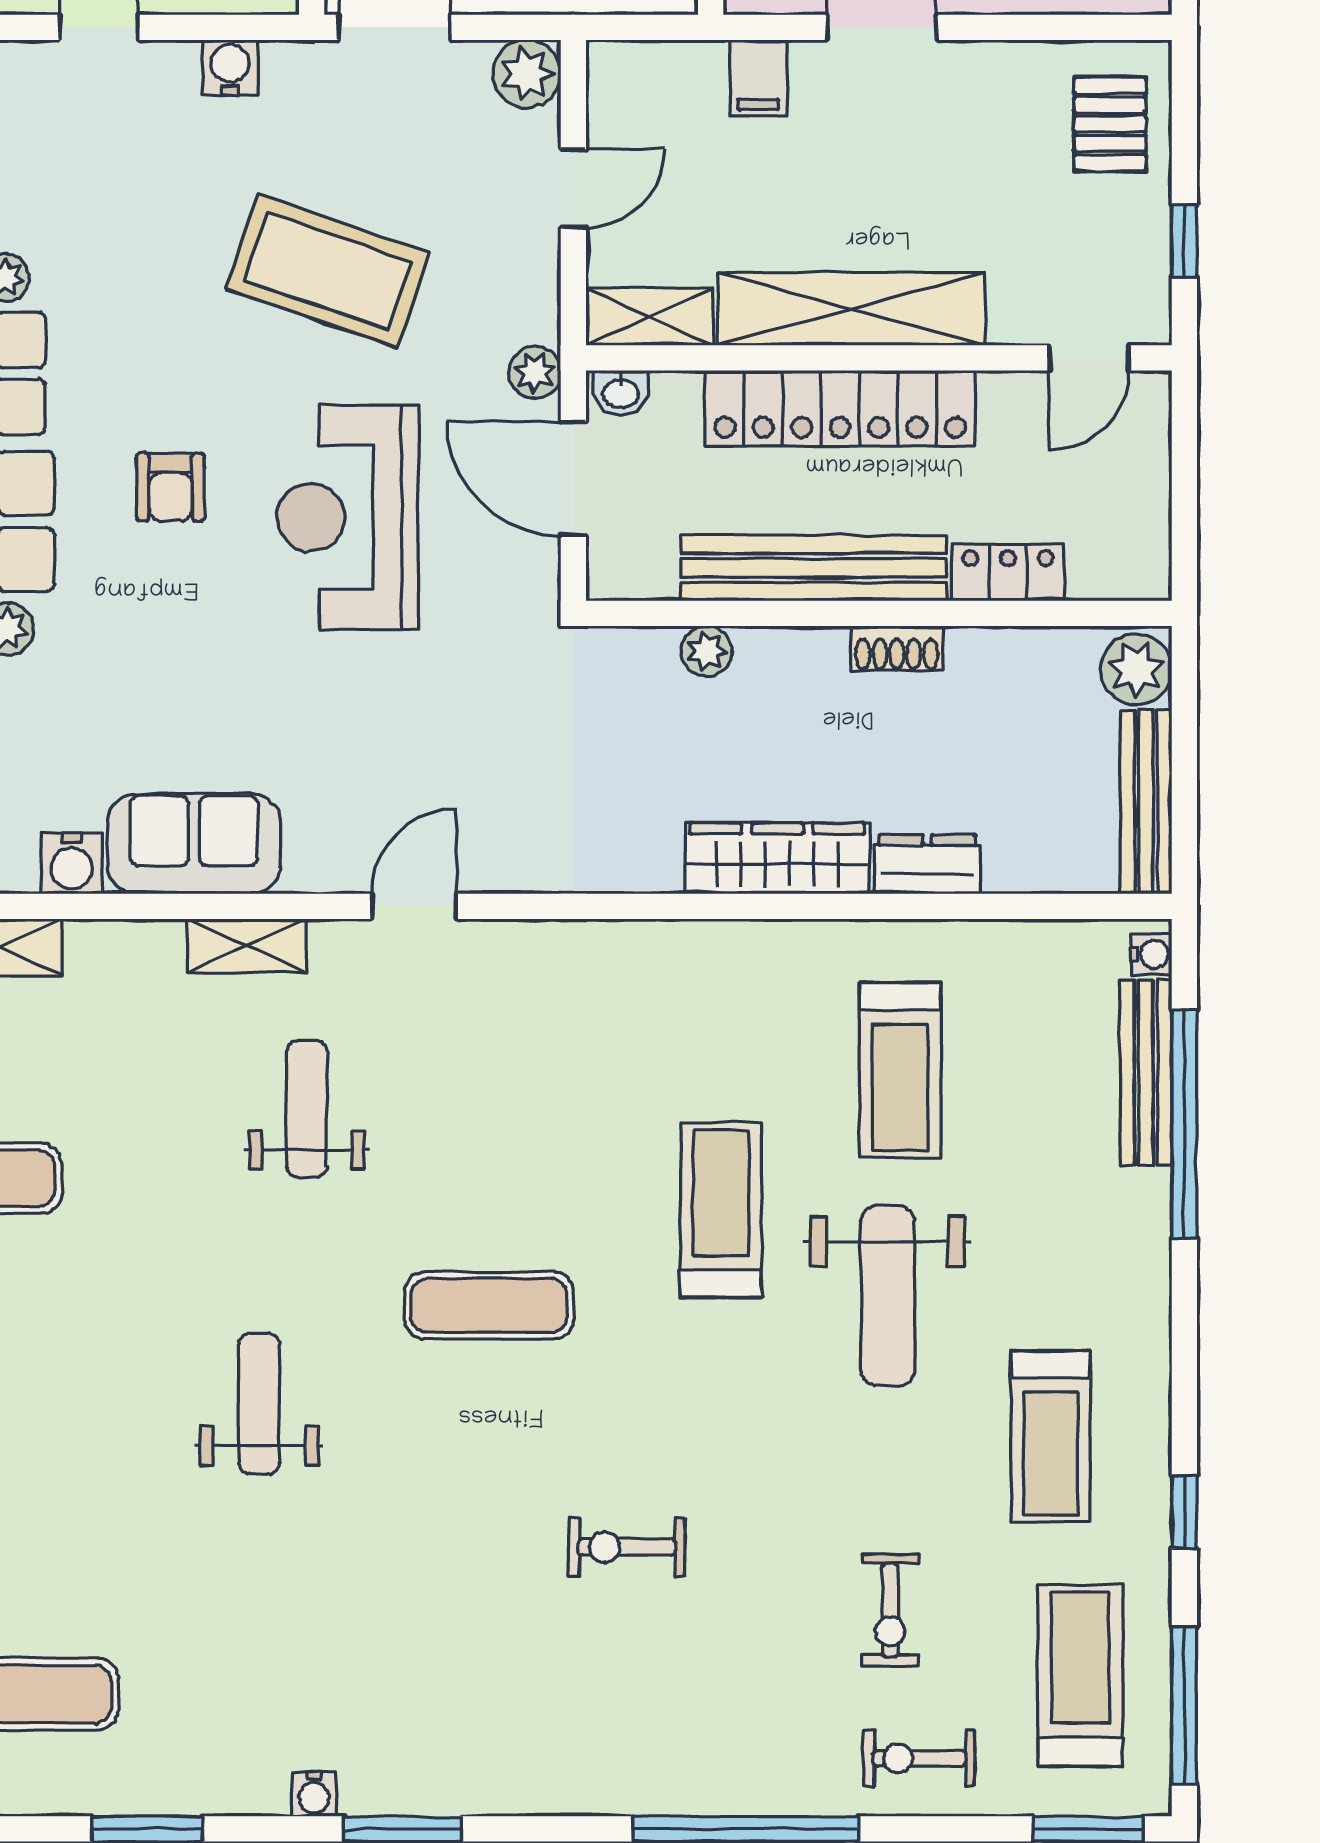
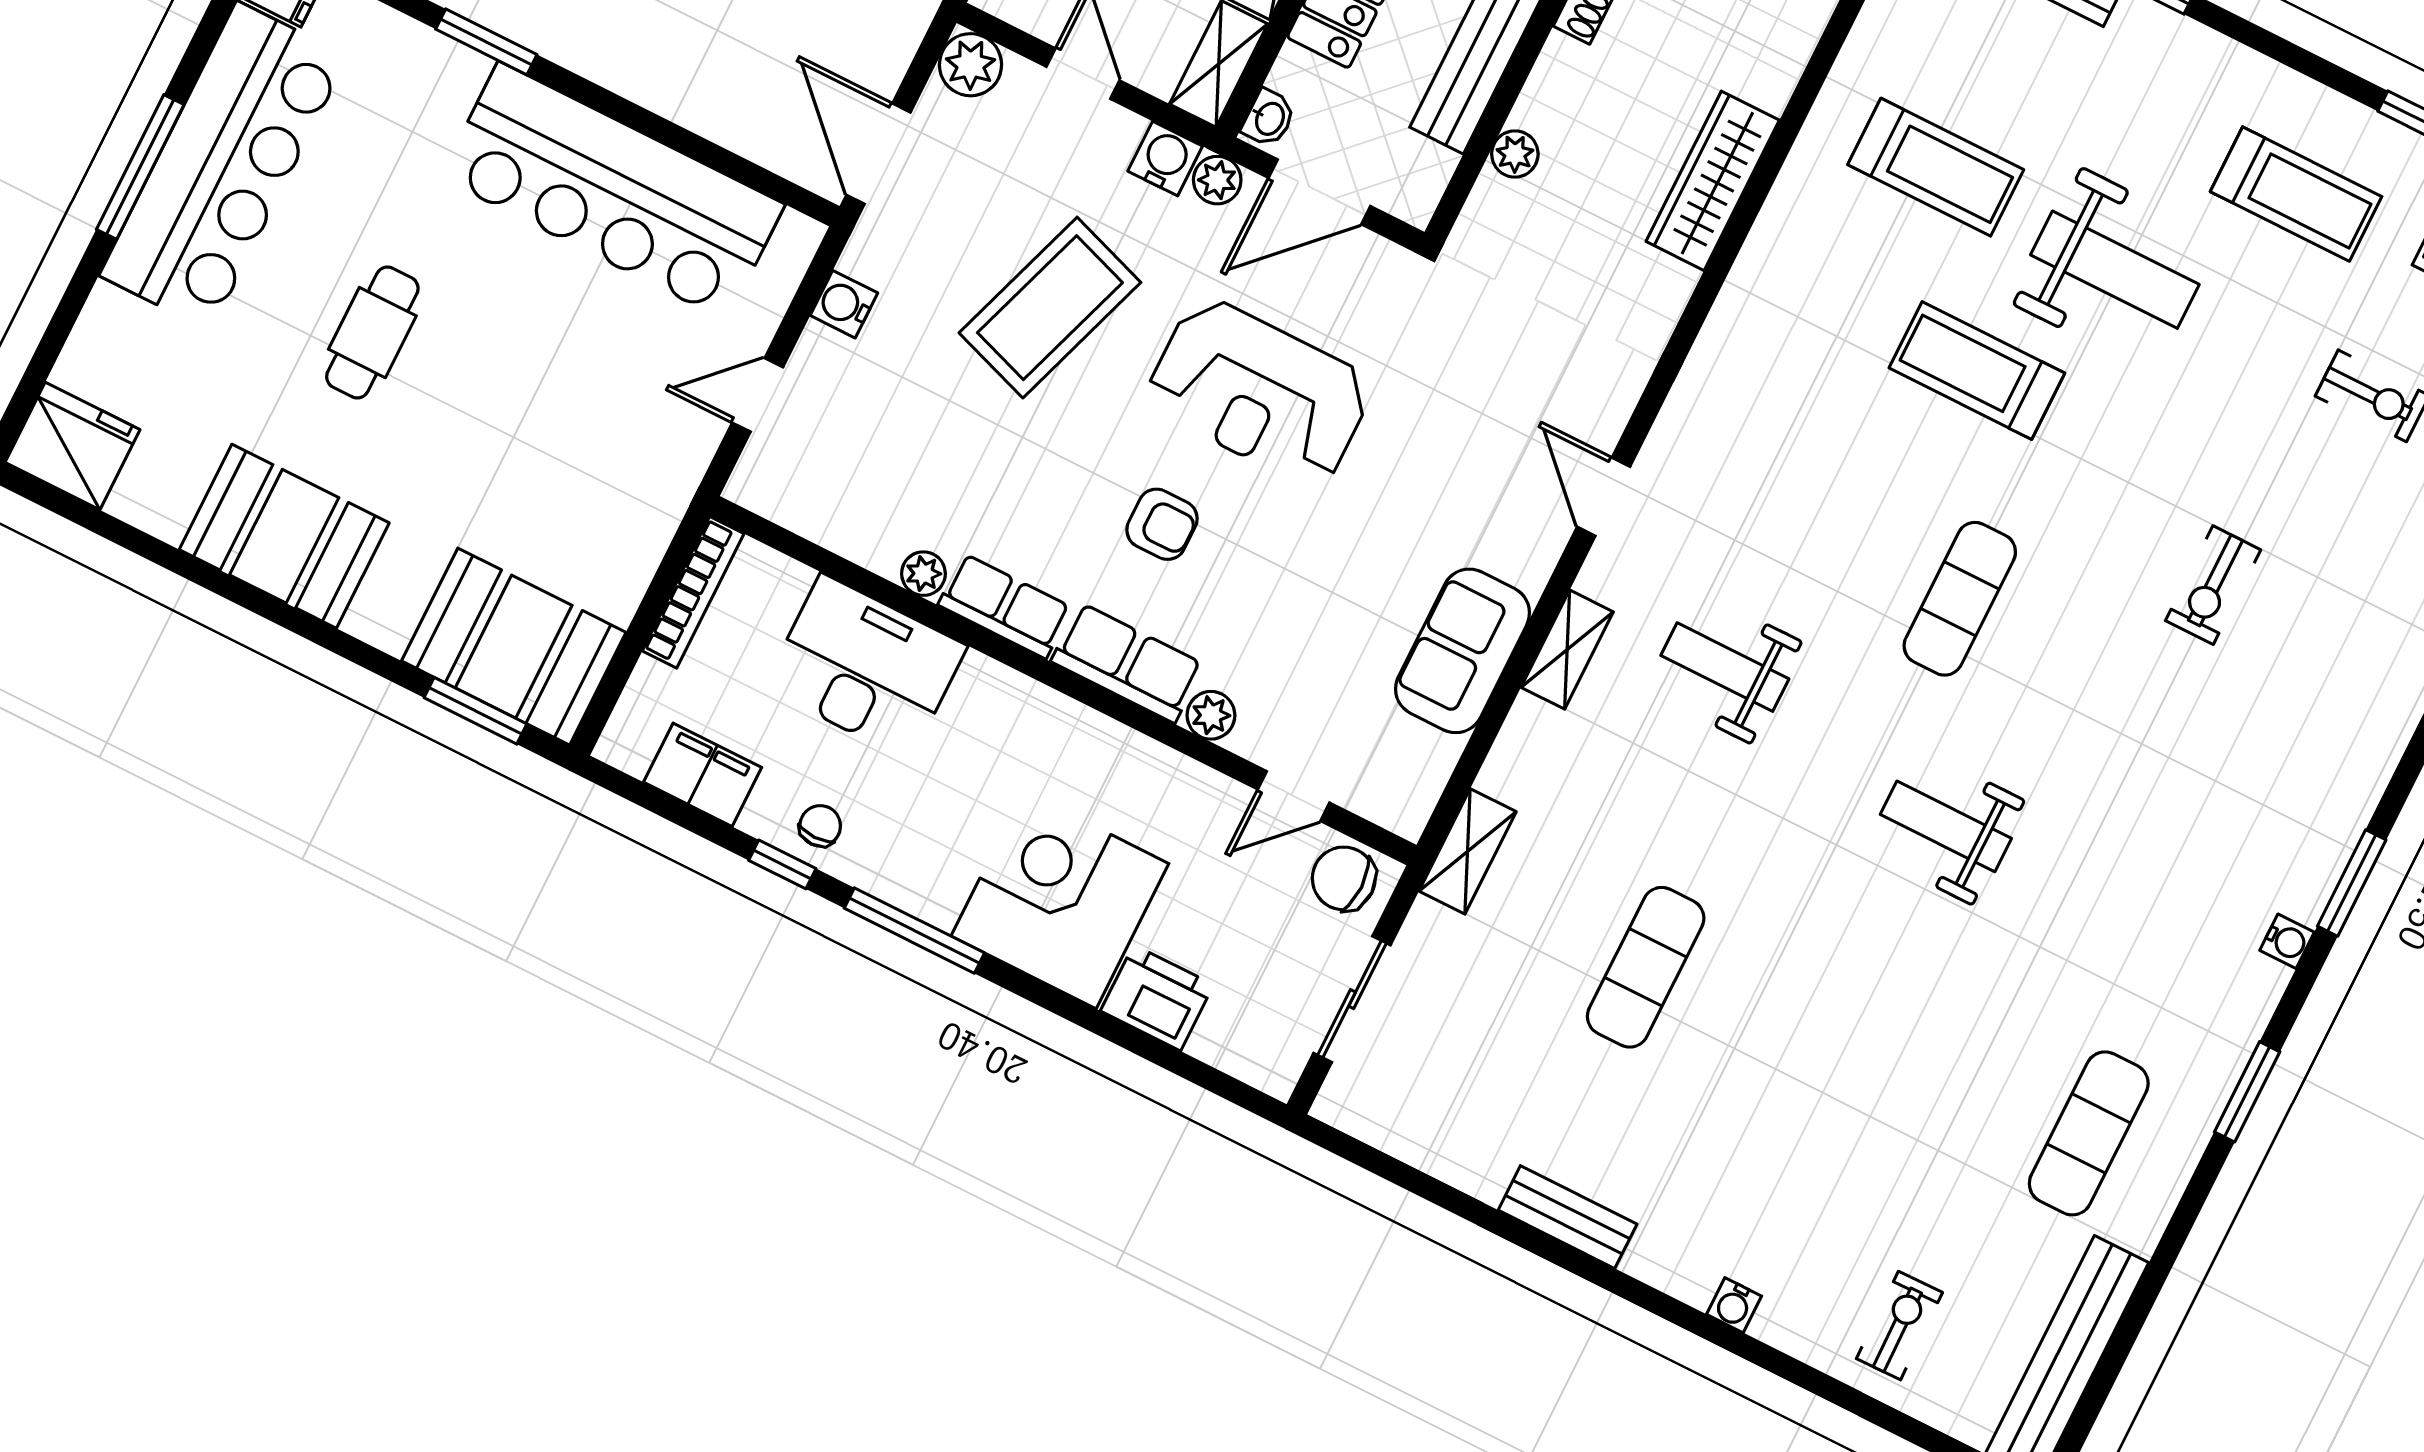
water cooler: (72, 863) -> (1165, 159), moved, turned -90
dresser: (927, 864) -> (1779, 61), removed

